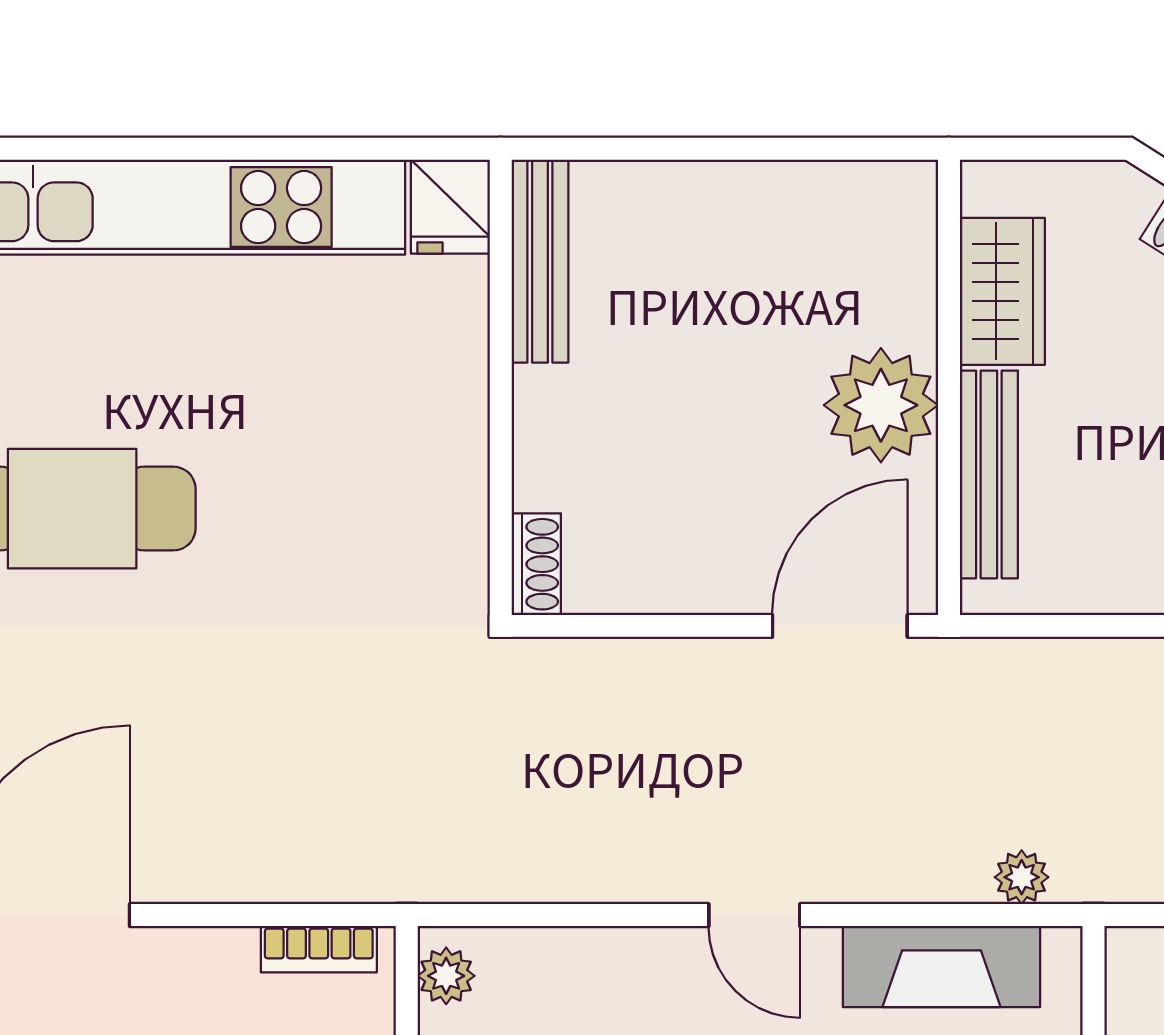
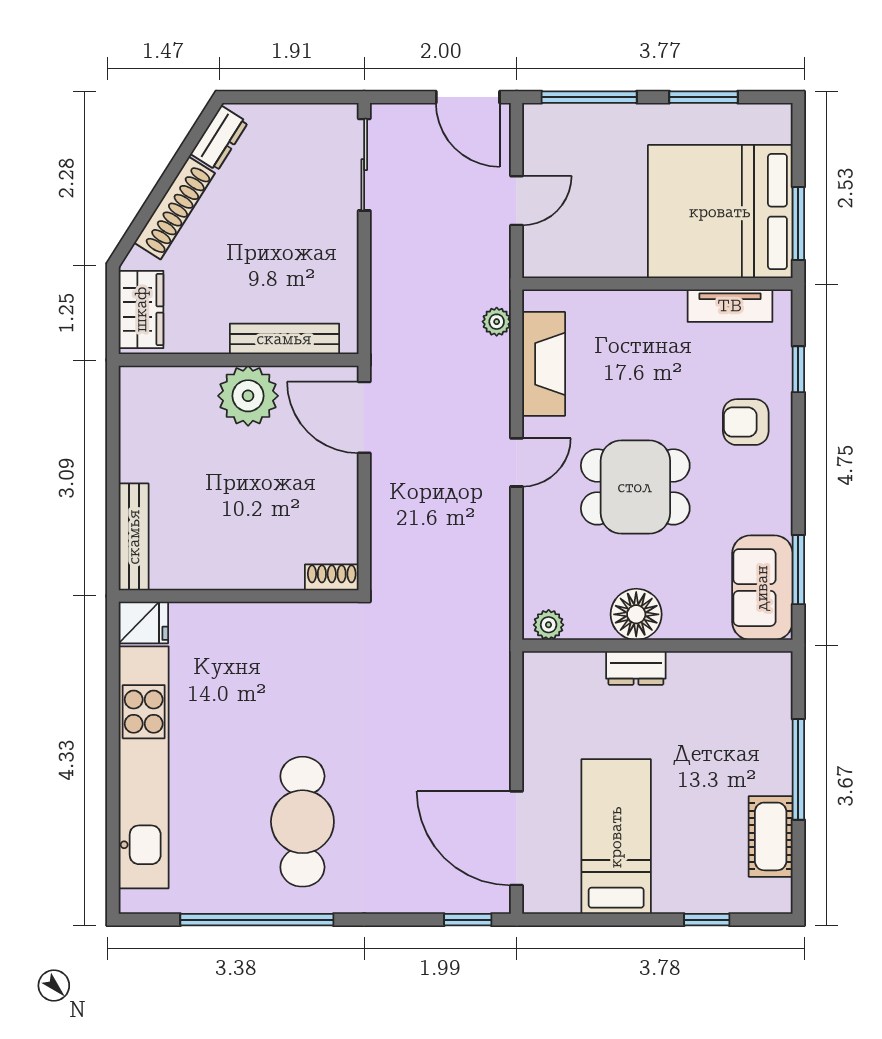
bench: (540, 261) -> (134, 537), moved, turned 90
wardrobe: (1002, 291) -> (141, 309), moved, turned 90
bookcase: (319, 949) -> (534, 692), removed

